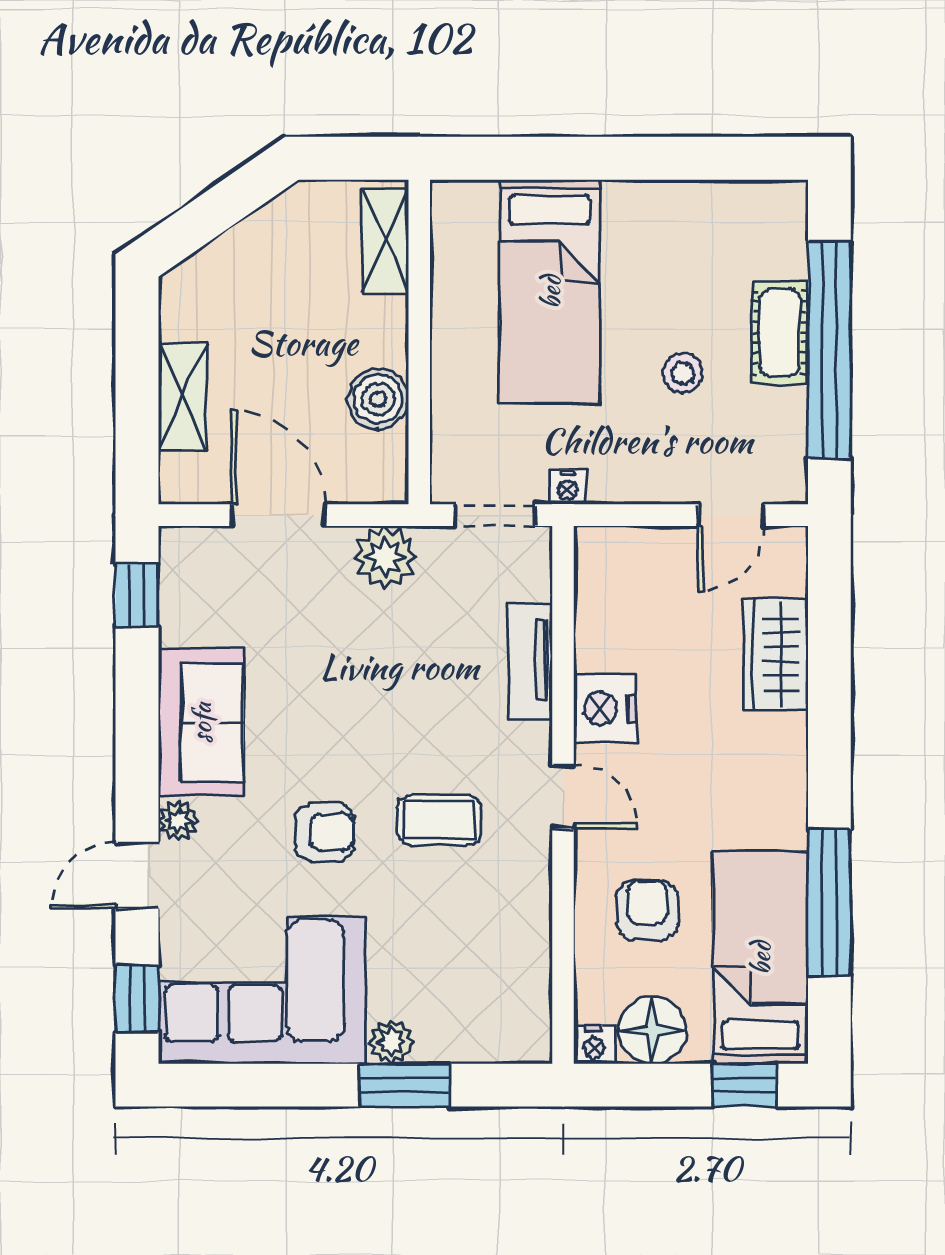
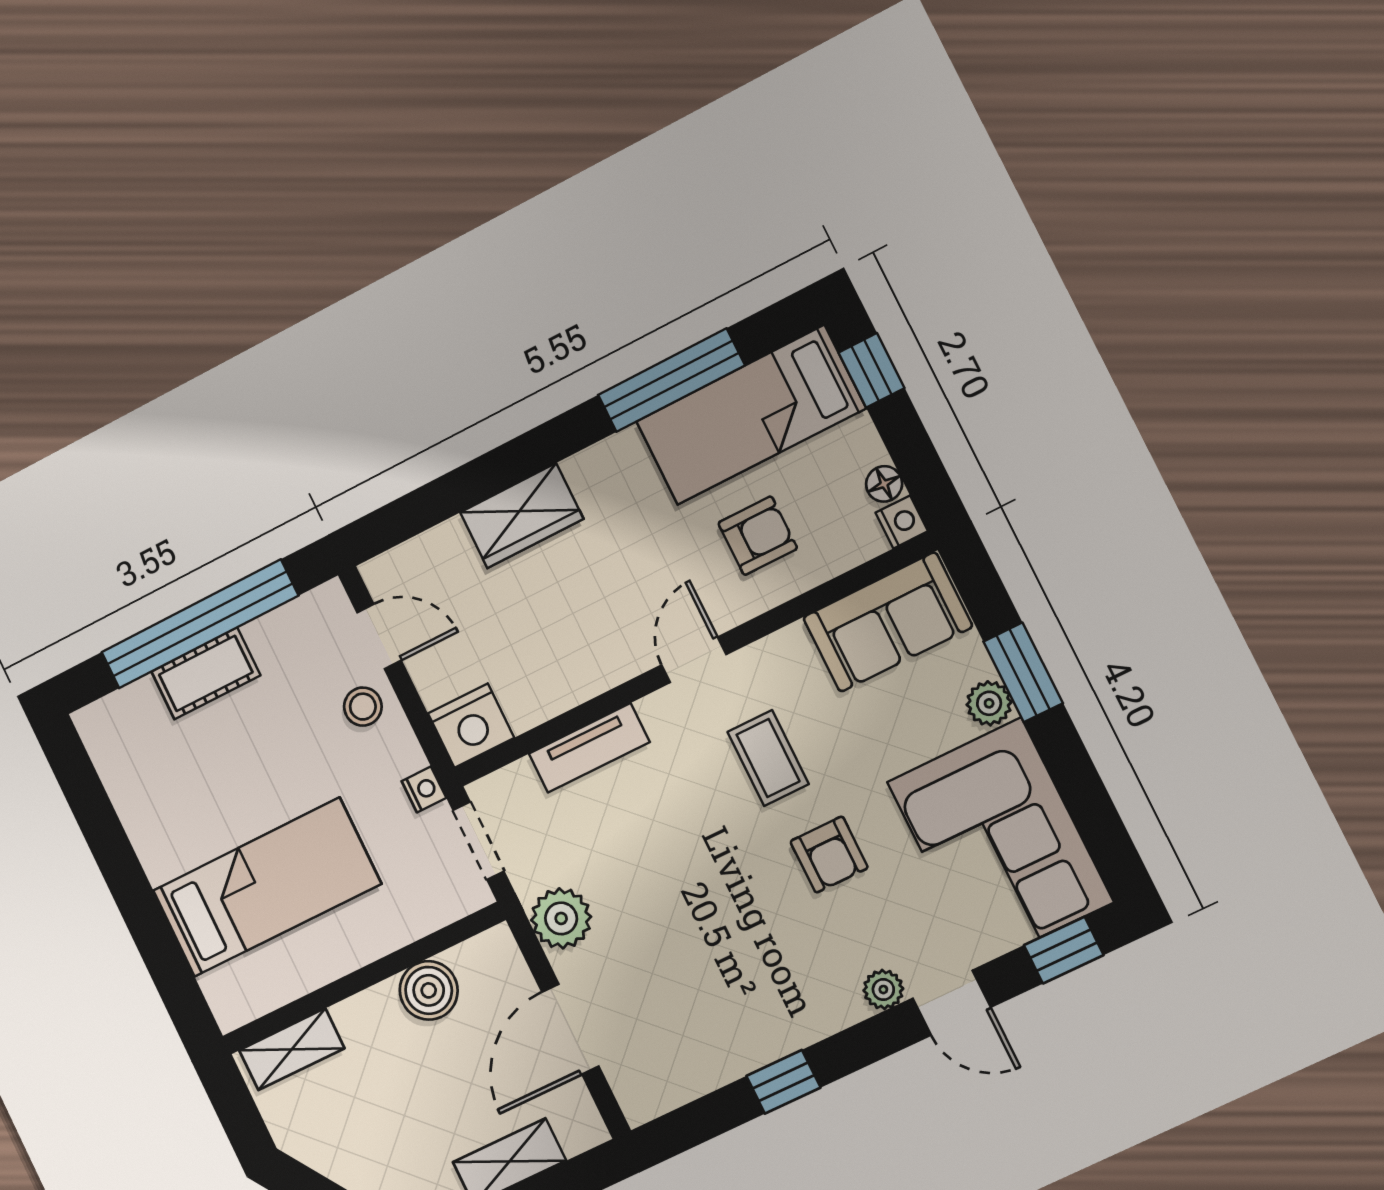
stool: (683, 373) -> (363, 707), moved
window: (137, 595) -> (783, 1082), moved
wardrobe: (776, 654) -> (522, 516), moved
nightstand: (605, 708) -> (471, 726), moved
sofa: (201, 723) -> (888, 622), moved, turned 180
armchair: (325, 832) -> (829, 855), turned 180
armchair: (647, 910) -> (758, 536), turned 180
floor lamp: (652, 1030) -> (884, 484), width x0.53, depth x0.53

